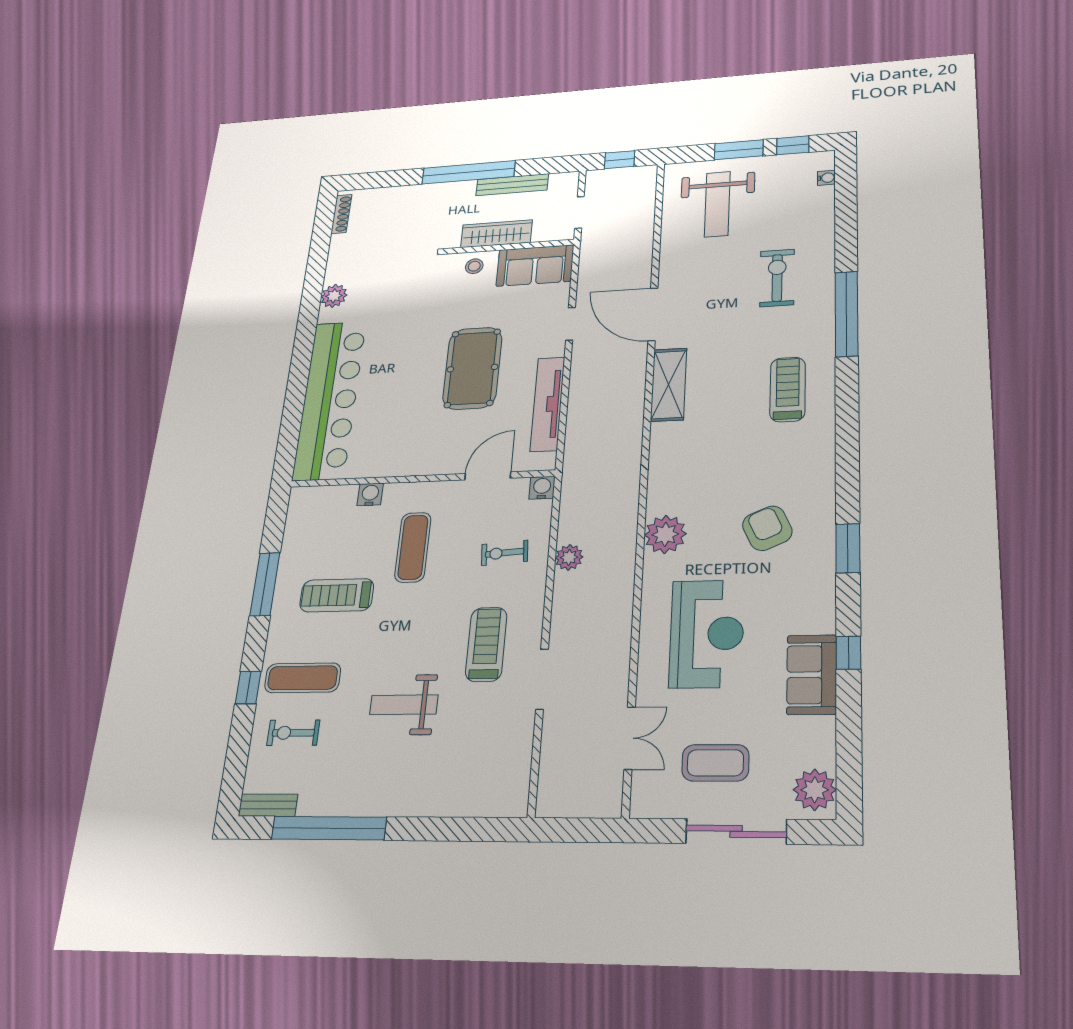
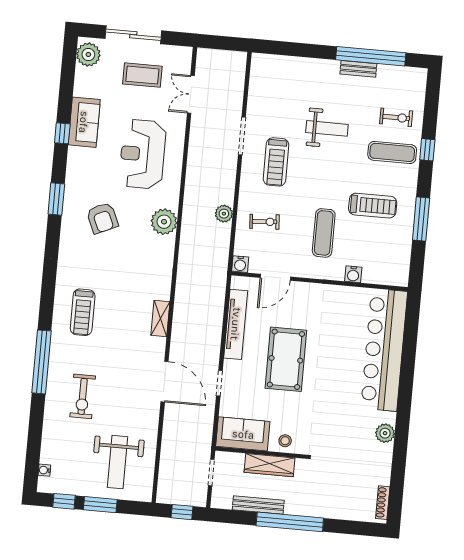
weight bench: (717, 204) -> (118, 462), turned 180
shelving: (669, 385) -> (160, 318), width x0.67, depth x0.75
bench: (268, 805) -> (358, 69), moved

